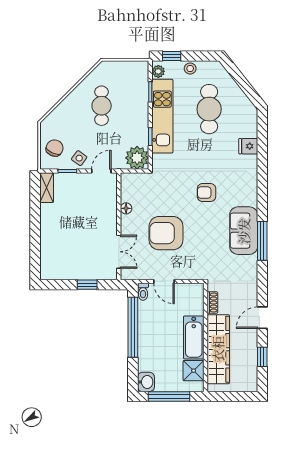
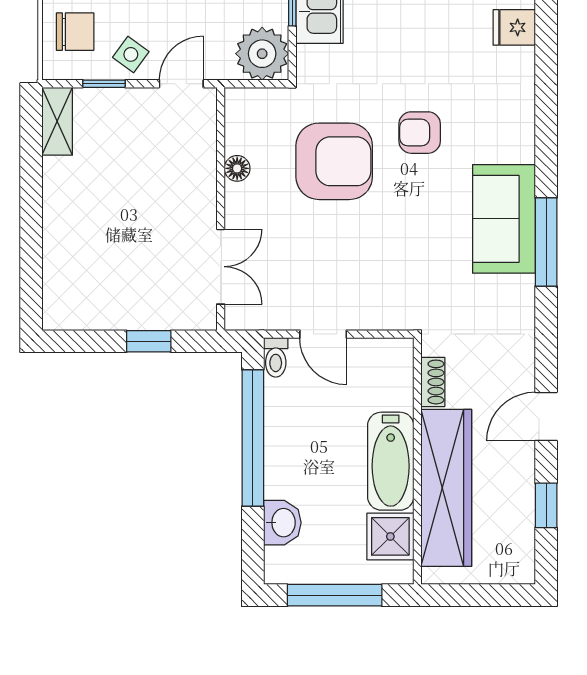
chair: (55, 148) -> (75, 32), turned 66
armchair: (166, 233) -> (334, 161), moved, turned 180
washbasin: (146, 382) -> (282, 523), moved

